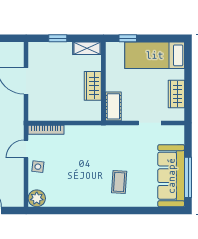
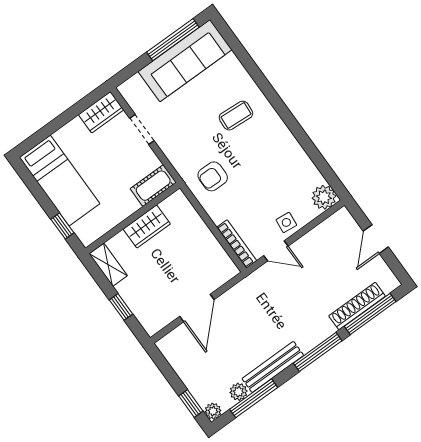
wardrobe: (176, 94) -> (101, 112), moved
armchair: (94, 144) -> (213, 176), added

